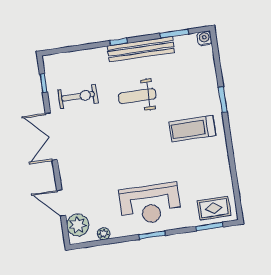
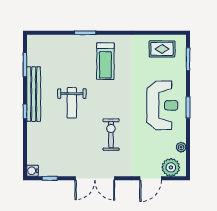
water cooler: (204, 38) -> (33, 171), moved
exercise bike: (78, 96) -> (111, 135), moved
rug: (214, 208) -> (162, 49), moved, turned 90

